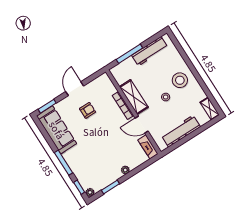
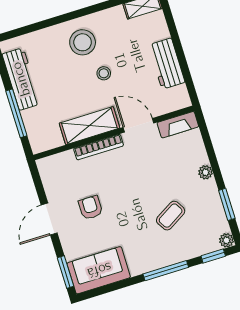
door: (75, 89) -> (49, 219), hinge flipped
door: (142, 125) -> (138, 125), swing flipped
sofa: (57, 130) -> (99, 270), width x0.73
workbench: (181, 131) -> (167, 64), width x0.73
coffee table: (95, 157) -> (171, 216), added

